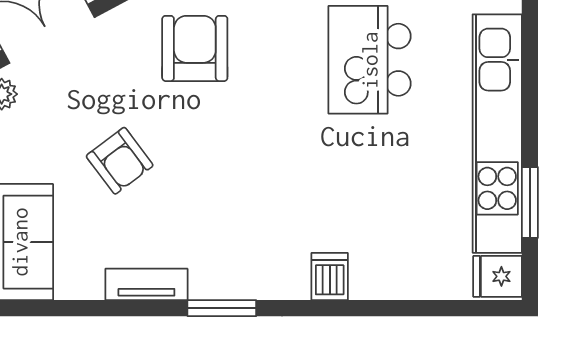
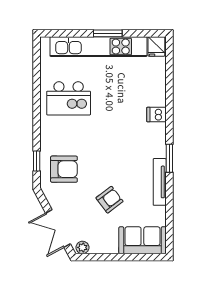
armchair: (195, 48) -> (64, 169), turned 180
window: (530, 202) -> (108, 33), moved
tv unit: (146, 284) -> (160, 182), width x1.41

